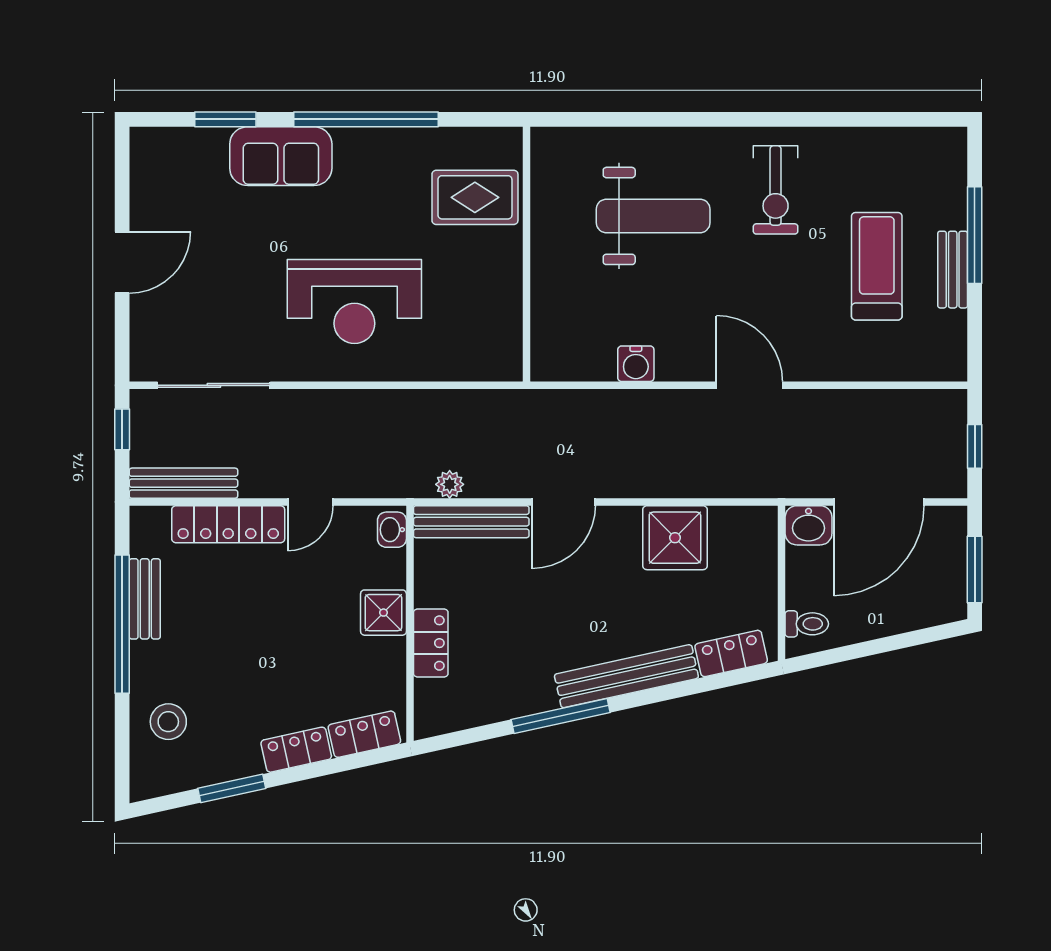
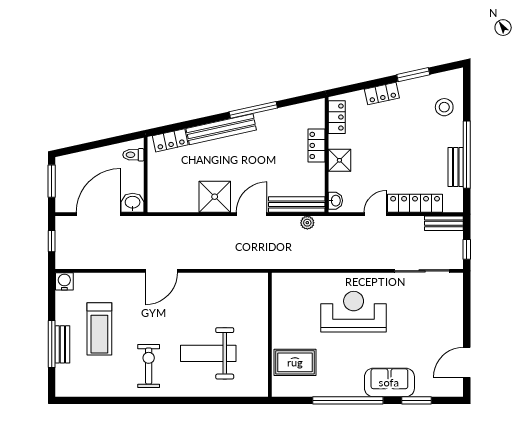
door: (122, 262) -> (467, 362), moved
bench: (953, 270) -> (62, 344), moved
water cooler: (636, 364) -> (64, 281), moved
door: (749, 385) -> (161, 271), hinge flipped
bench: (183, 483) -> (444, 223), width x0.73
shower: (675, 538) -> (215, 197), moved
locker: (364, 734) -> (337, 117), moved, turned -78

